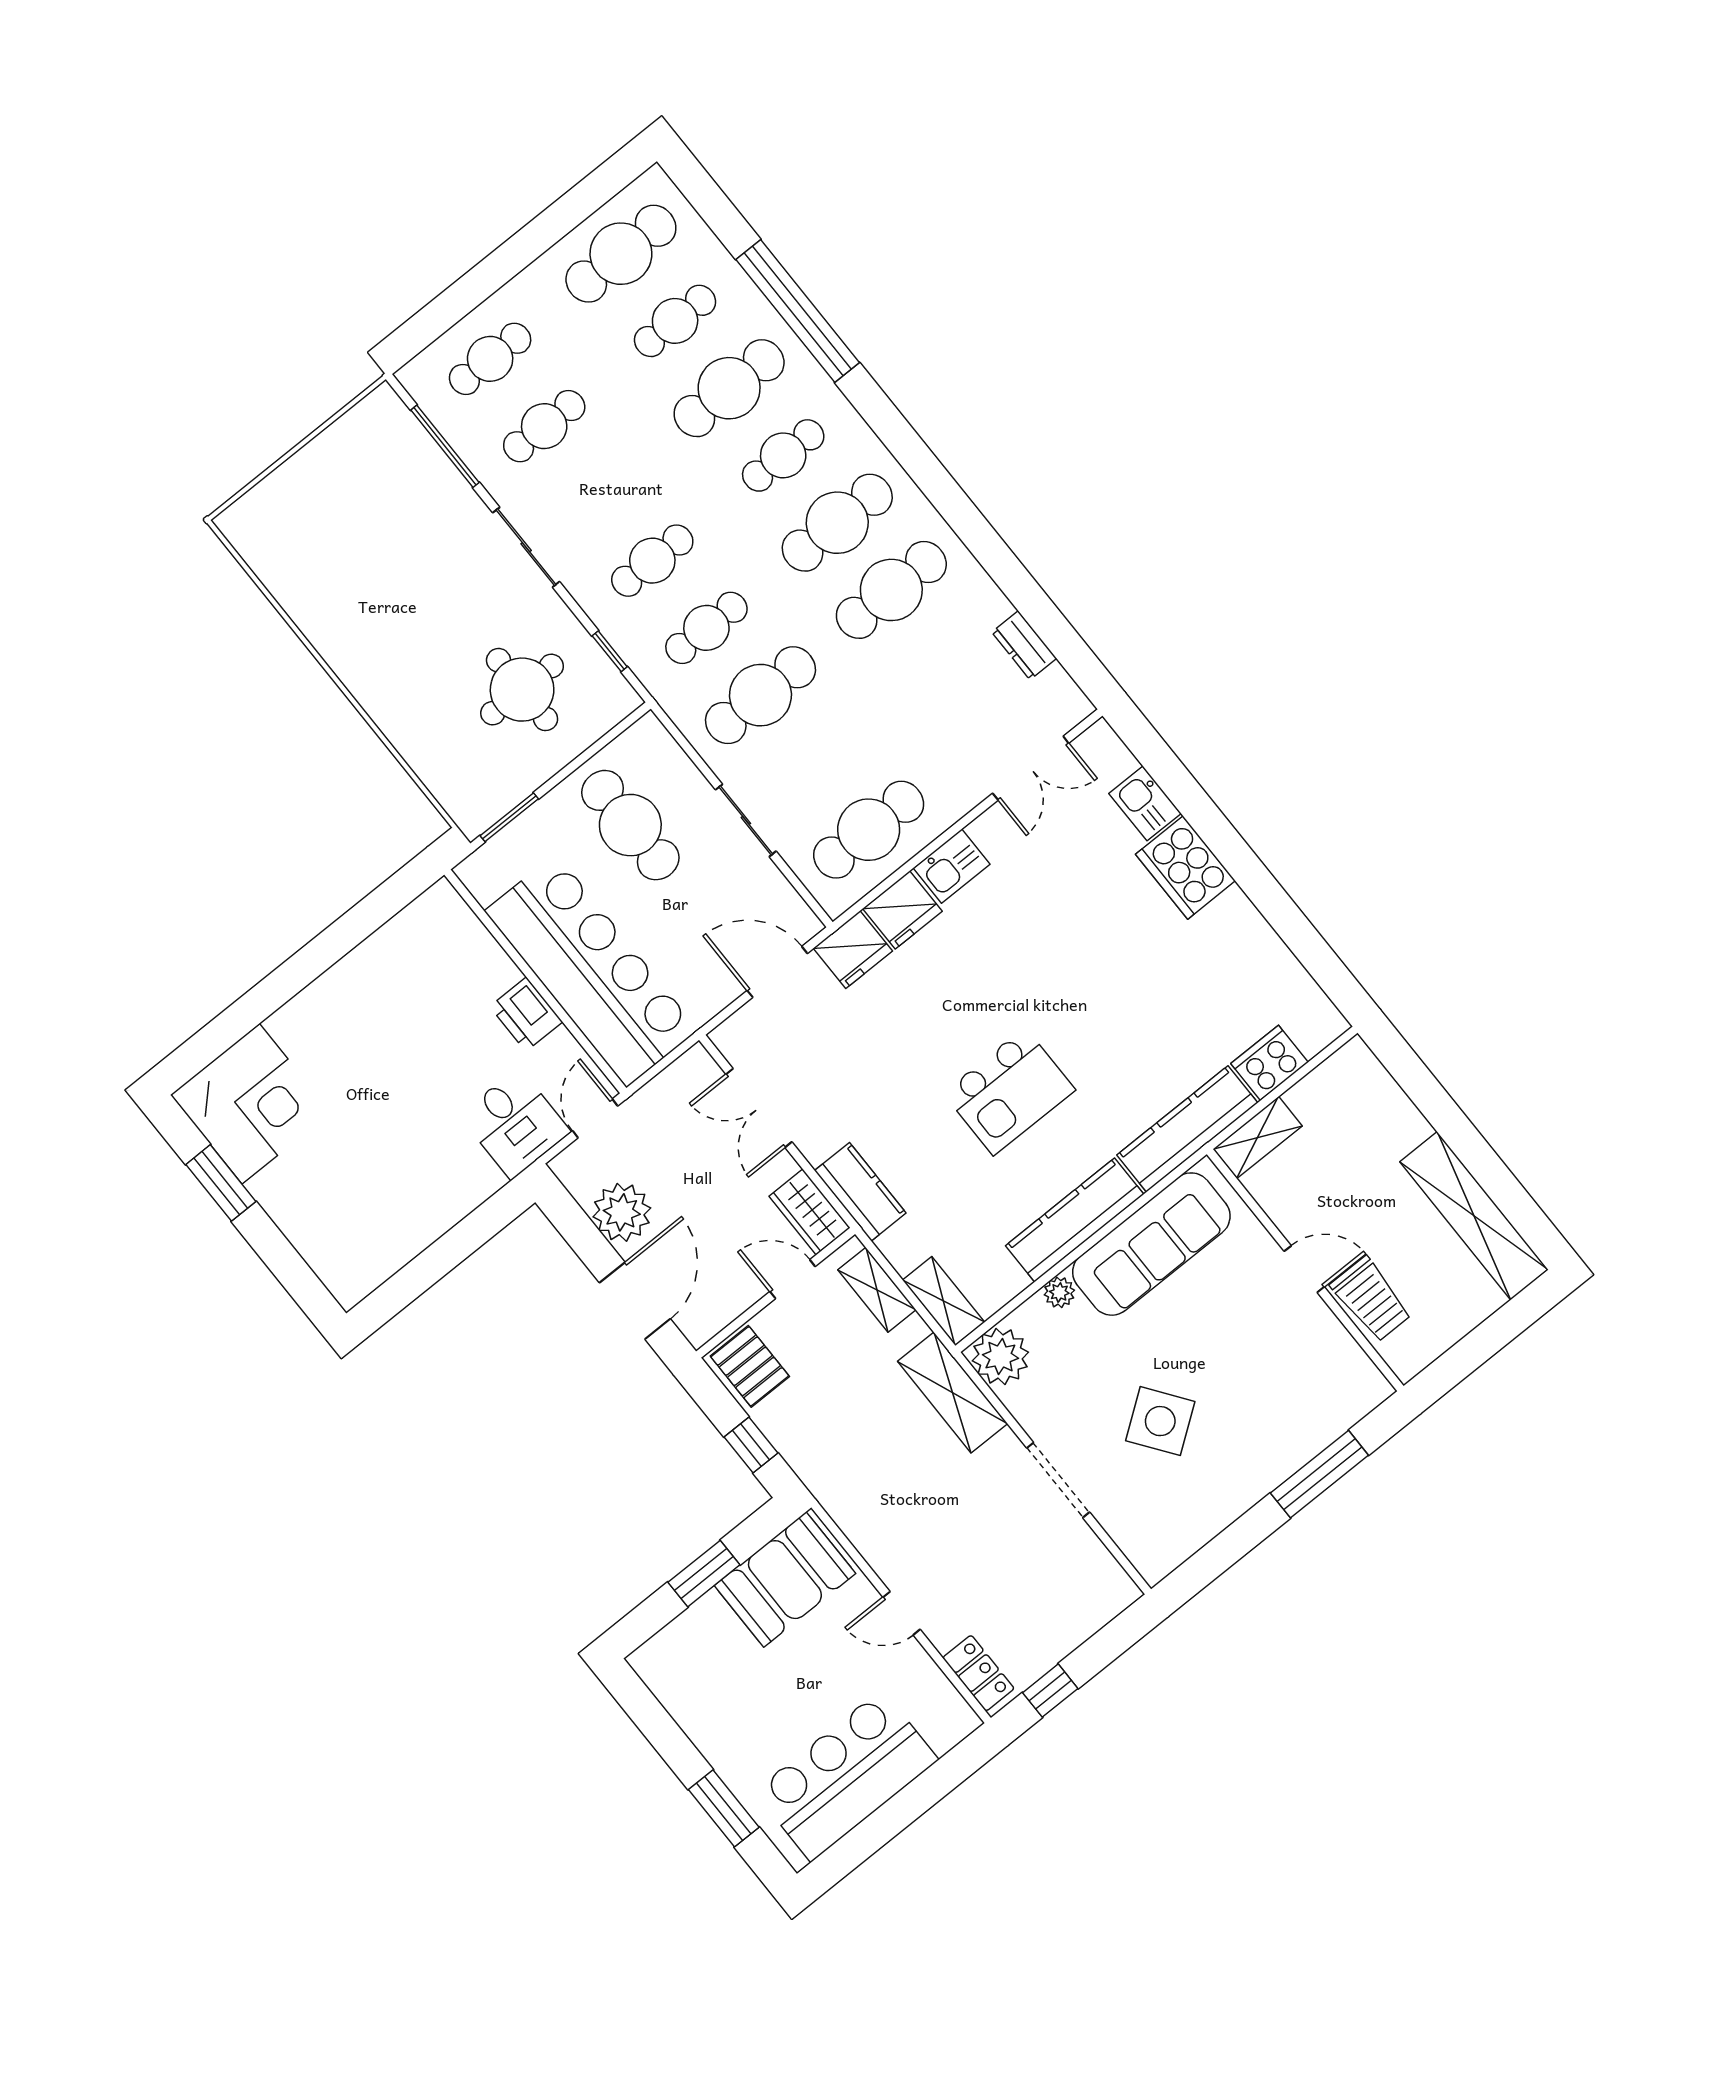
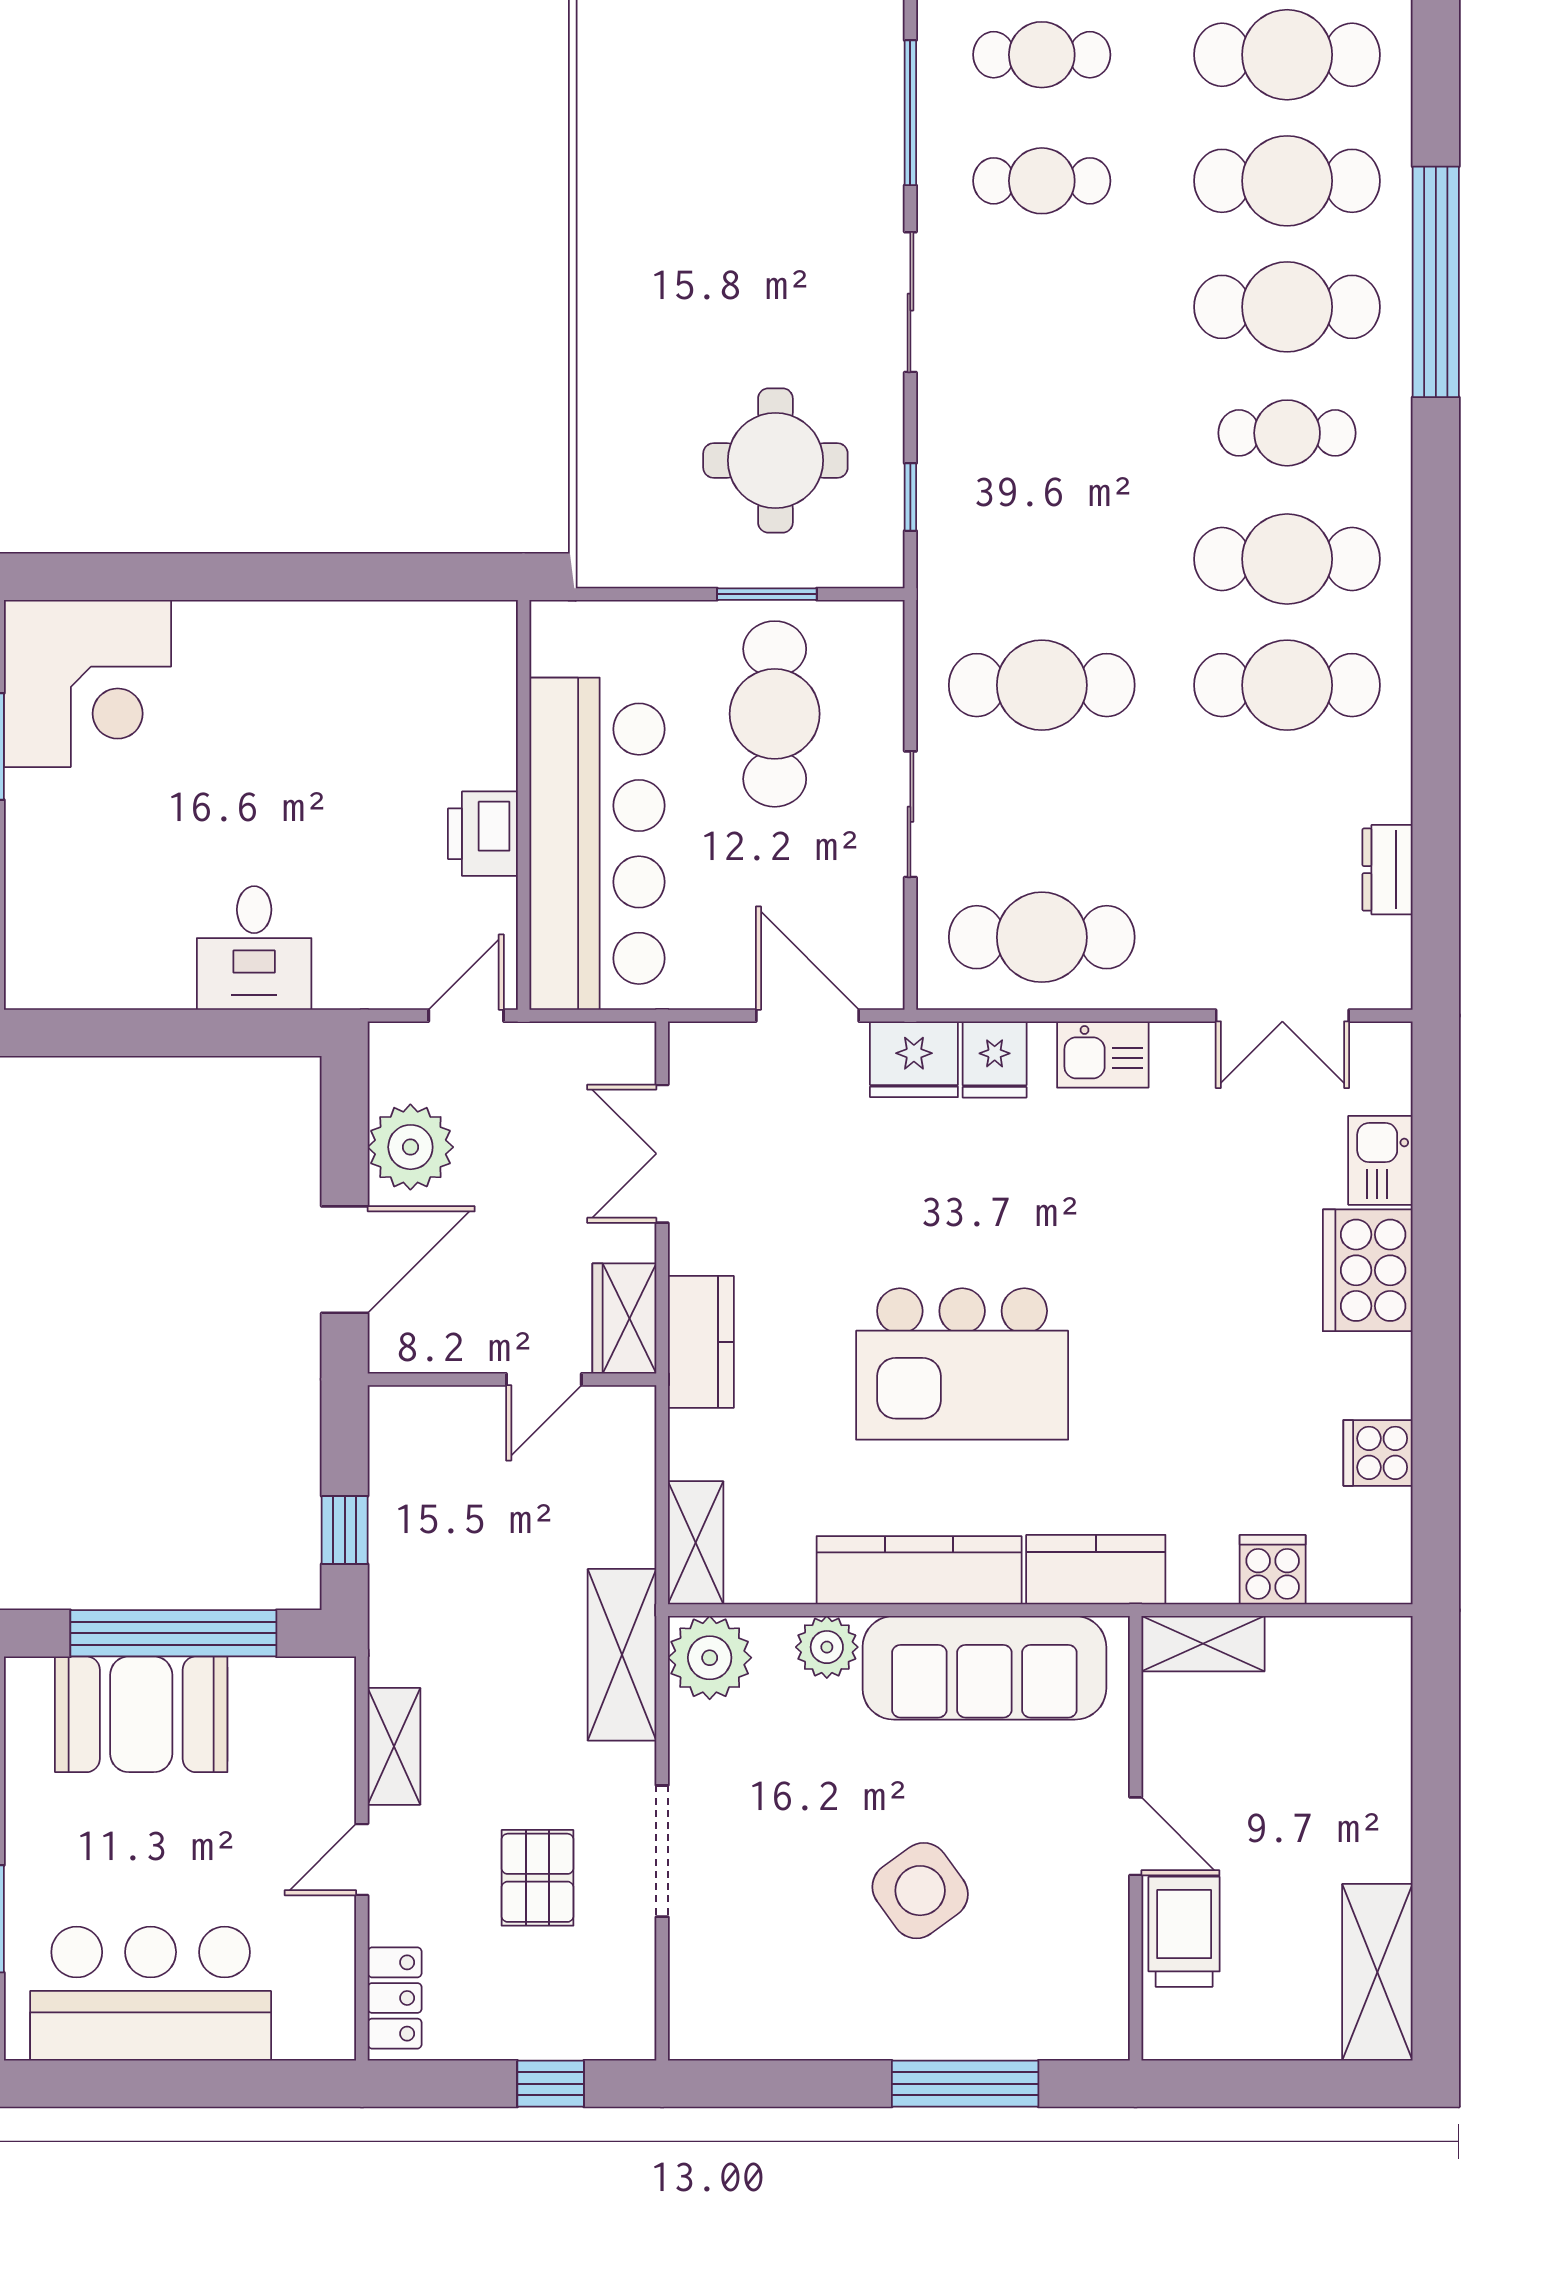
cafe table: (675, 321) -> (1287, 181), width x1.37, depth x1.35
cafe table: (652, 561) -> (1042, 433), removed
cafe table: (706, 628) -> (1042, 559), removed
window: (509, 817) -> (767, 594), moved
fridge: (902, 910) -> (995, 1059), width x0.72
cooker: (1269, 961) -> (1378, 1453), added
cooker: (1269, 1063) -> (1273, 1570), width x0.73
kitchen island: (1009, 1092) -> (962, 1364), width x1.37, depth x1.28
desk: (515, 1124) -> (254, 948), moved
kitchen counter: (1187, 1129) -> (1096, 1570), width x0.67
shelving: (1474, 1216) -> (1377, 1972), width x0.68
door: (793, 1279) -> (544, 1379), swing flipped
shelving: (877, 1290) -> (394, 1746), moved
plant: (1059, 1292) -> (827, 1647), width x1.38, depth x1.38
trolley: (1371, 1299) -> (1184, 1932), turned 180
pallet: (750, 1366) -> (538, 1878), moved
side table: (1160, 1421) -> (920, 1891), moved
window: (704, 1574) -> (173, 1633), width x2.11
booth: (785, 1580) -> (141, 1714), moved
door: (902, 1613) -> (362, 1860), hinge flipped
window: (1050, 1691) -> (551, 2084), moved

